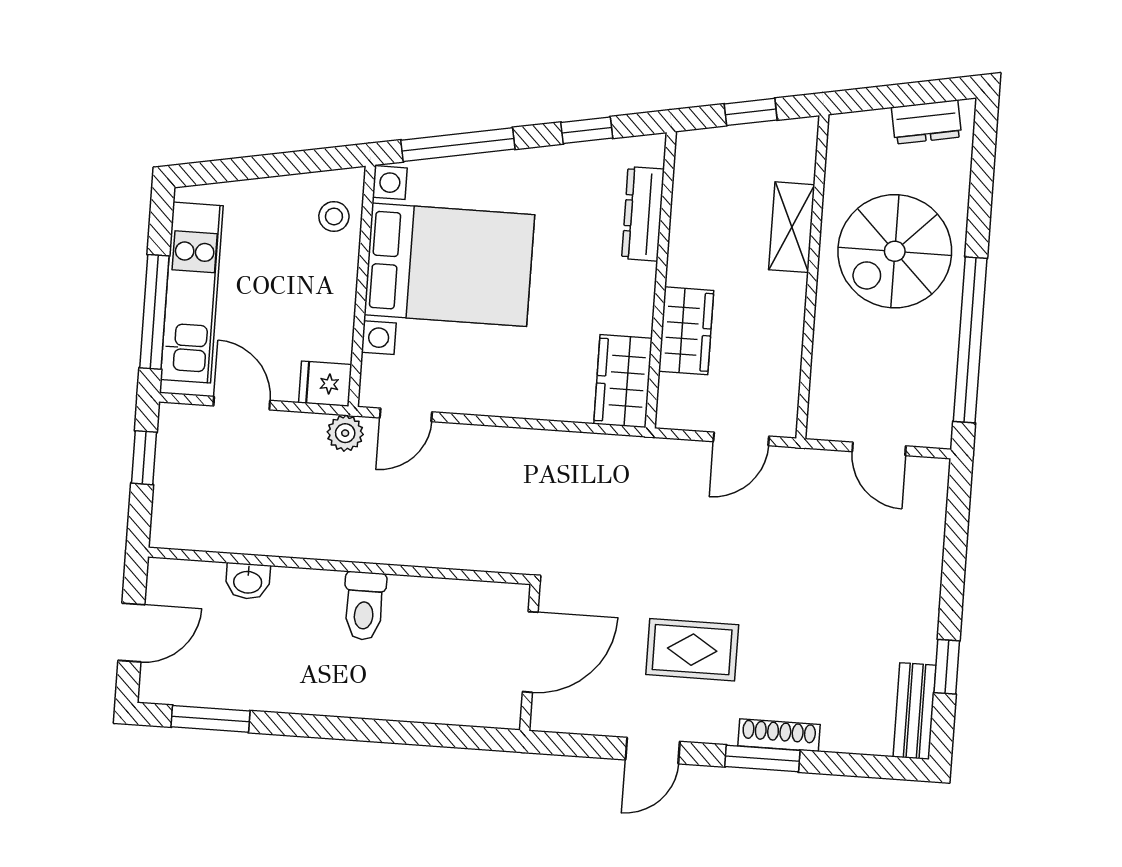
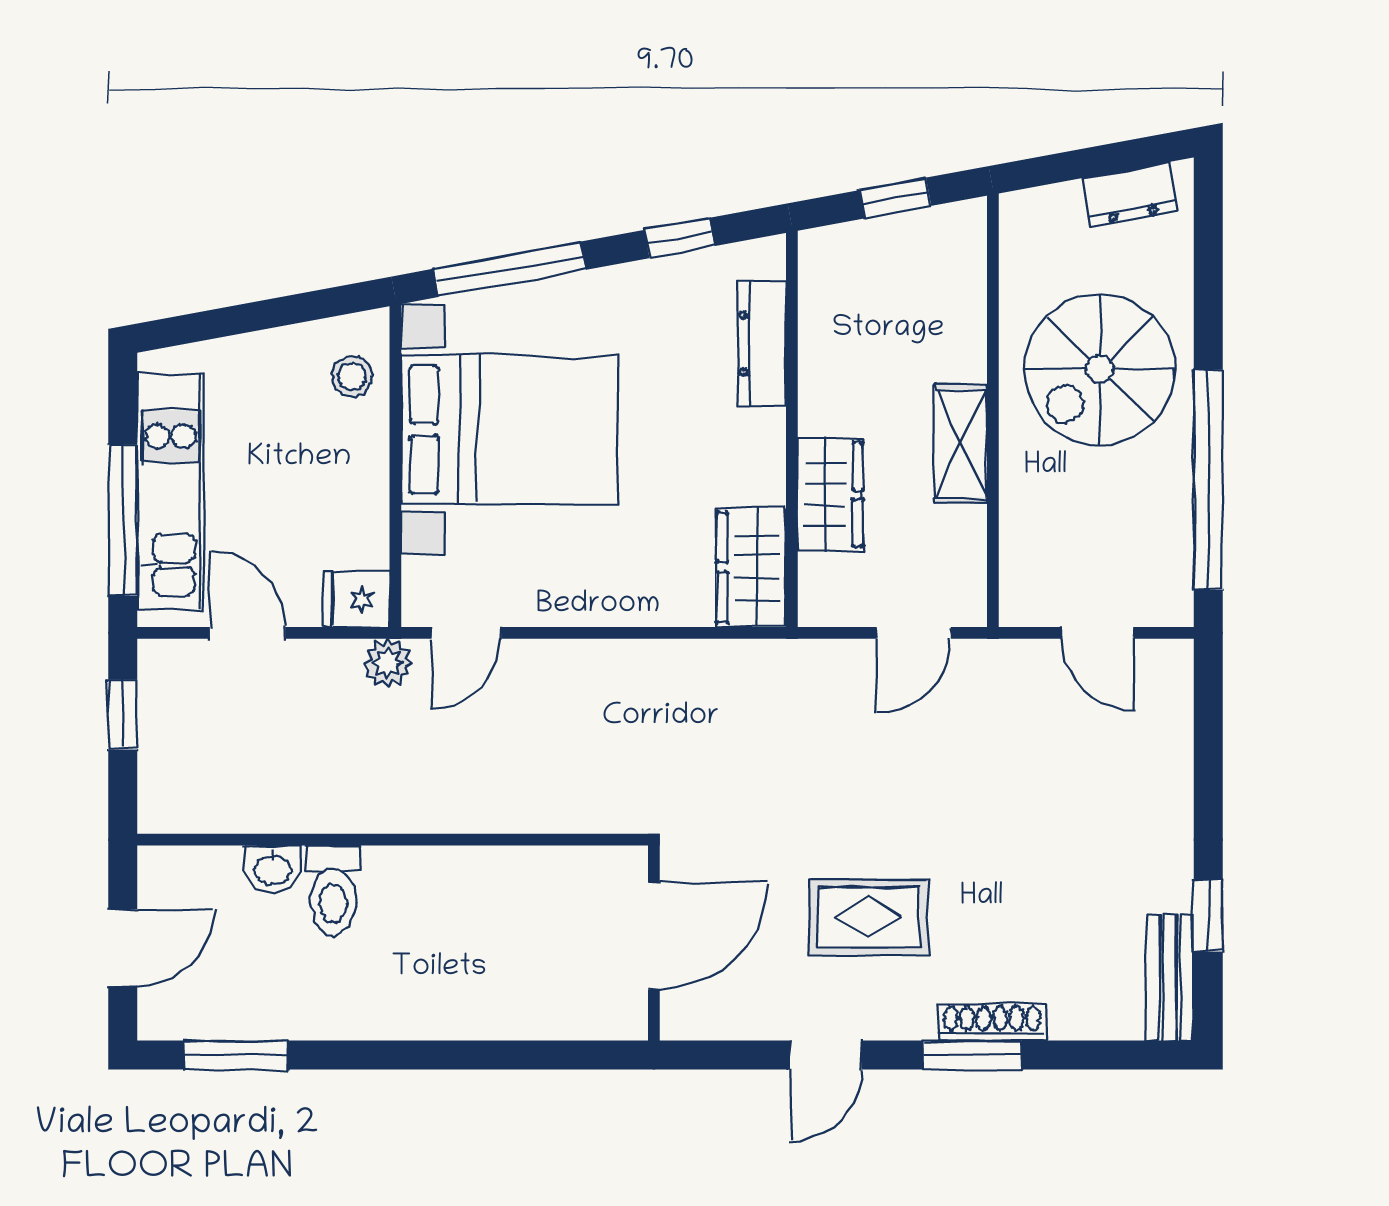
shelving: (792, 227) -> (961, 444), moved
toilet: (364, 606) -> (333, 891), moved

